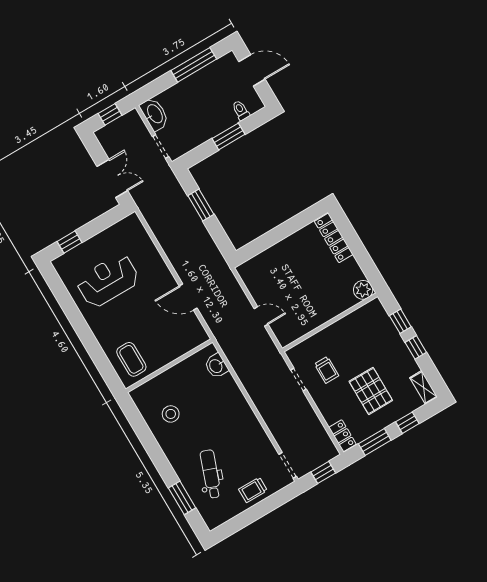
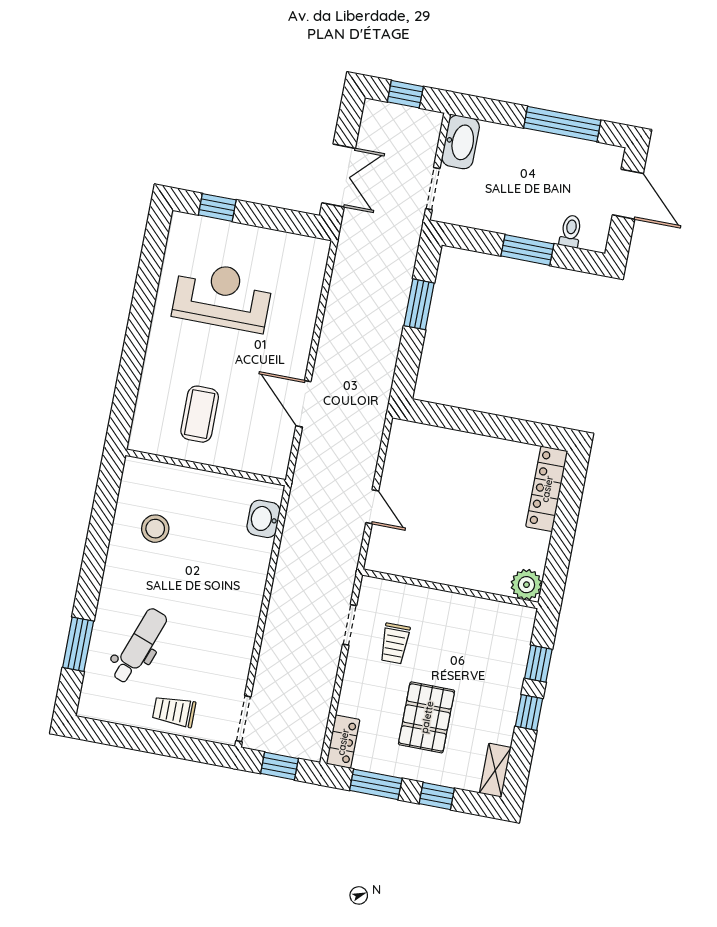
coffee table: (131, 359) -> (200, 414), moved

